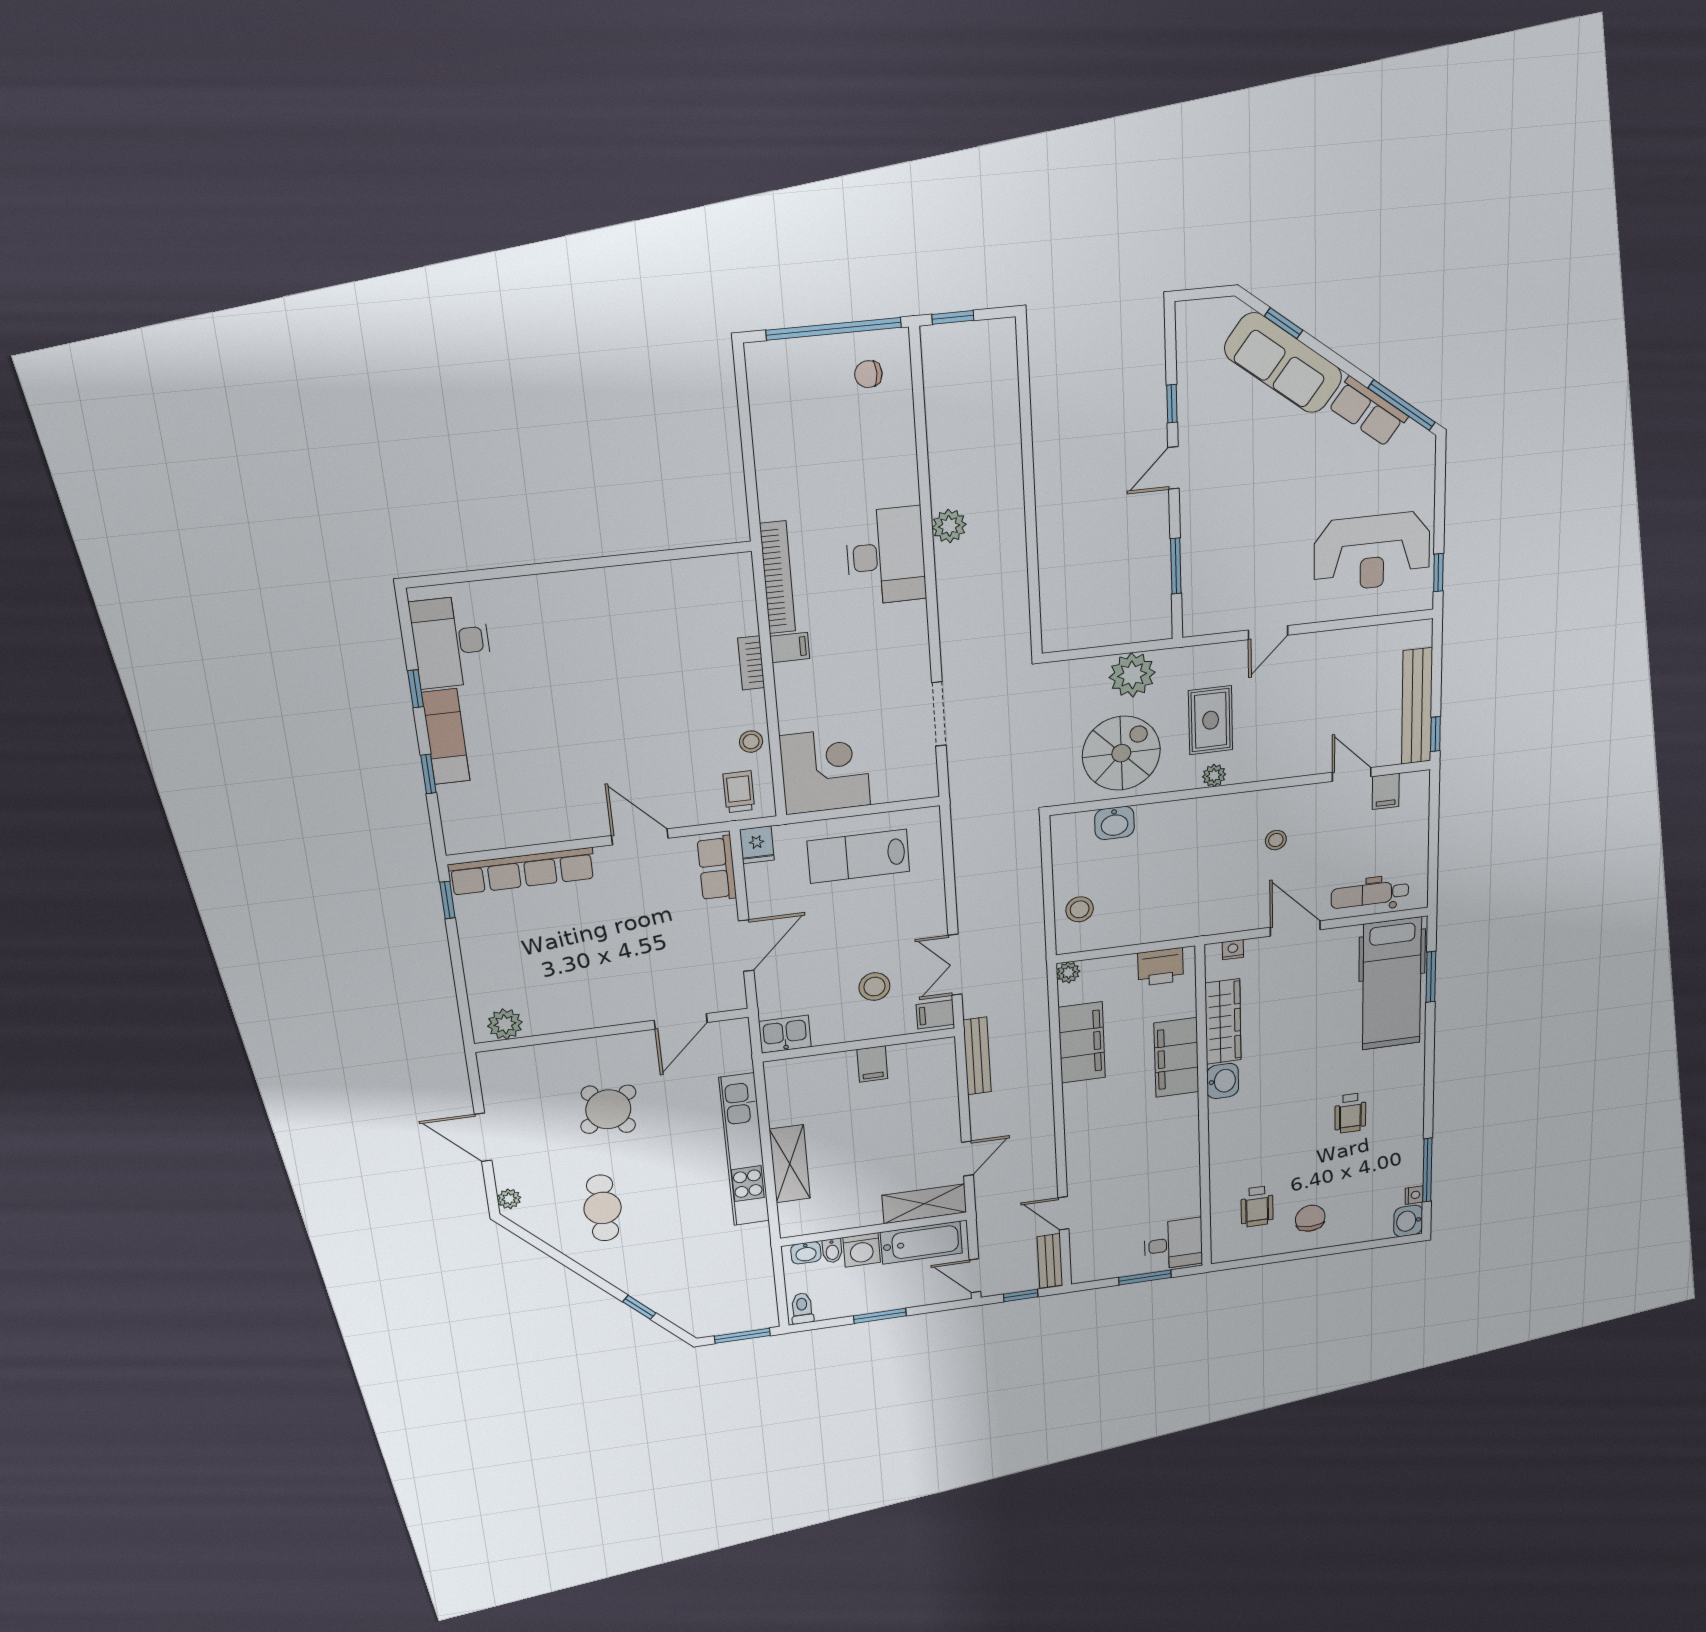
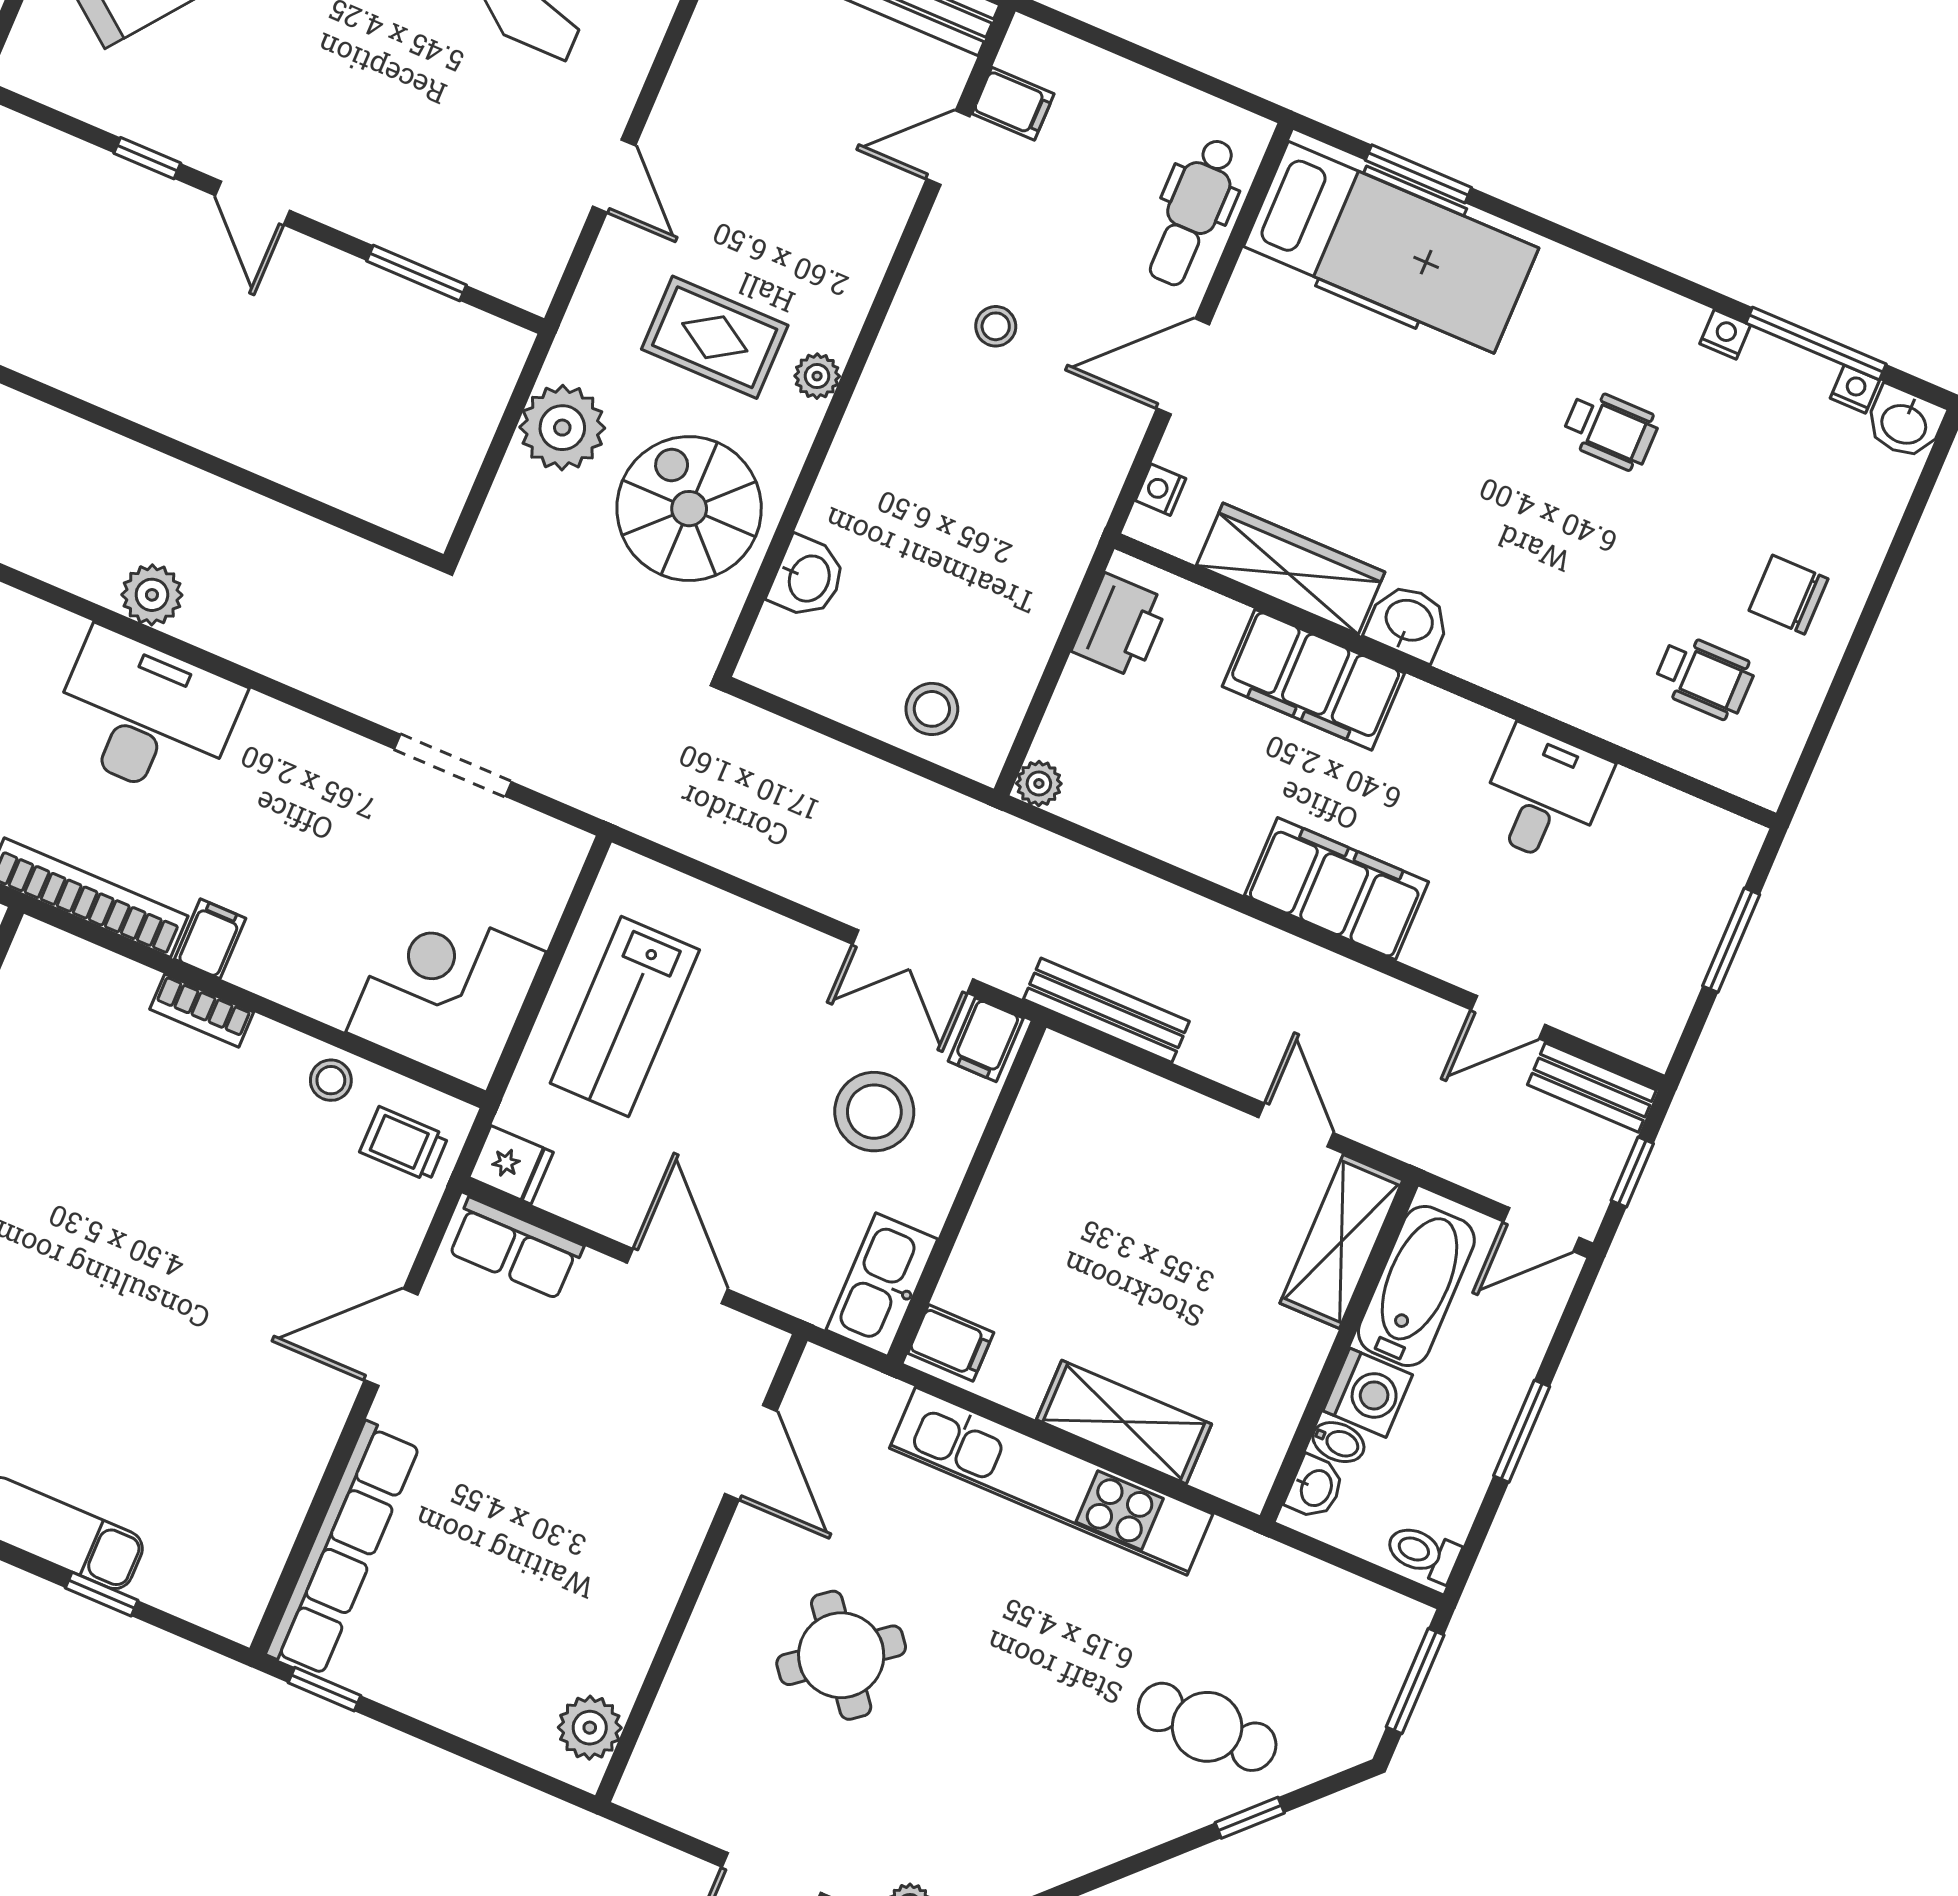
stool: (874, 987) -> (874, 1112), width x1.38, depth x1.38
kitchen sink: (785, 1034) -> (882, 1285), width x1.38
filing cabinet: (1082, 1042) -> (1336, 889), moved
filing cabinet: (872, 1064) -> (951, 1343), moved
nightstand: (1415, 1134) -> (1725, 334), added
cafe table: (603, 1208) -> (1207, 1727), moved
desk: (1173, 1244) -> (1544, 796), moved

